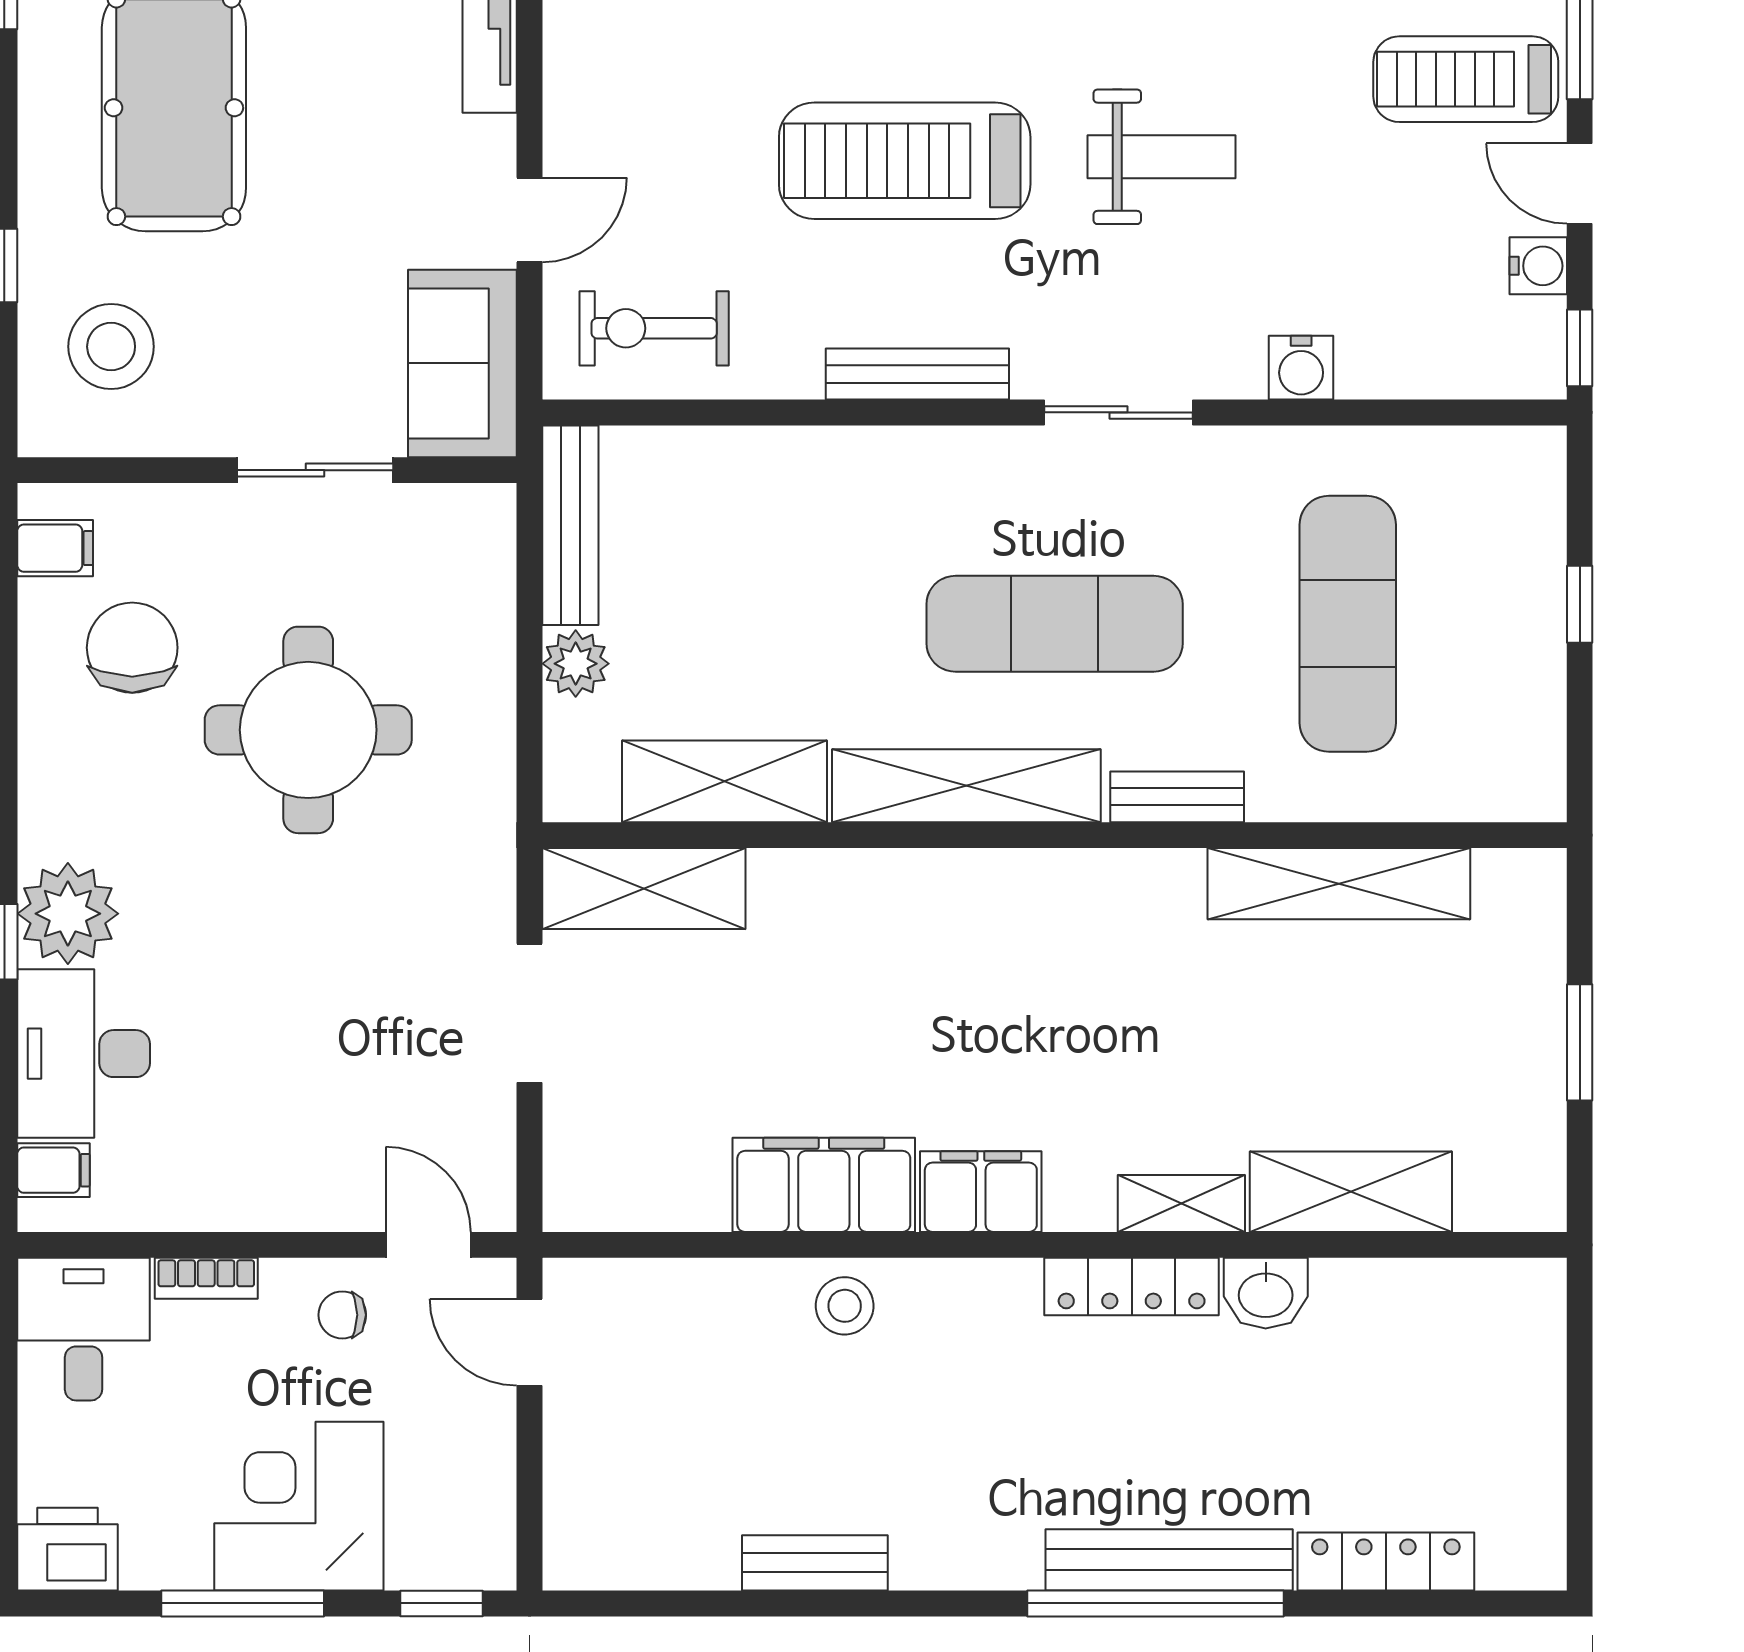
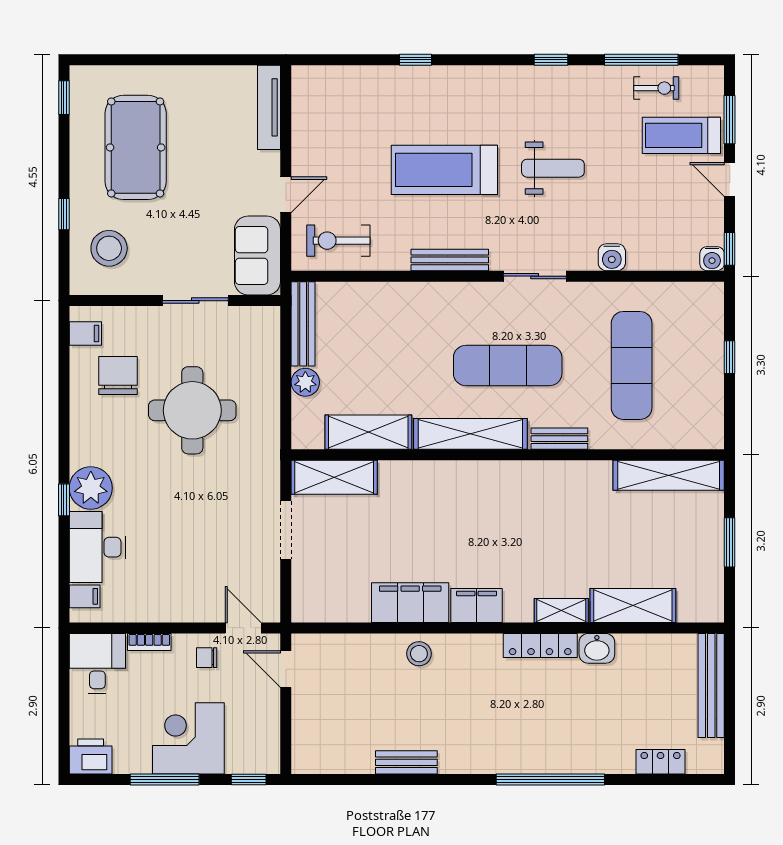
water cooler: (1538, 266) -> (712, 259), moved, turned 90
shelving: (1339, 884) -> (669, 475), moved
bench: (1169, 1560) -> (711, 686), moved, turned 90
locker: (1386, 1561) -> (661, 762), width x0.66

